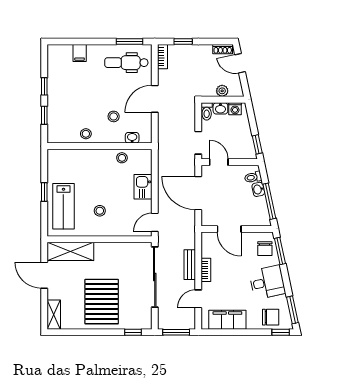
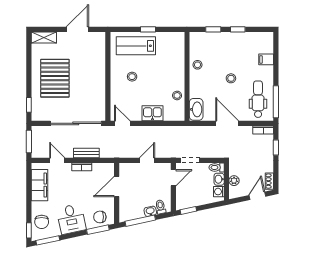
window: (129, 41) -> (276, 102), width x1.44
stool: (114, 116) -> (231, 78), moved
washbasin: (132, 138) -> (196, 109), width x1.91, depth x1.45
door: (198, 193) -> (147, 160), width x0.53
shelving: (70, 251) -> (98, 52), removed
pallet: (102, 302) -> (55, 78), turned 90

